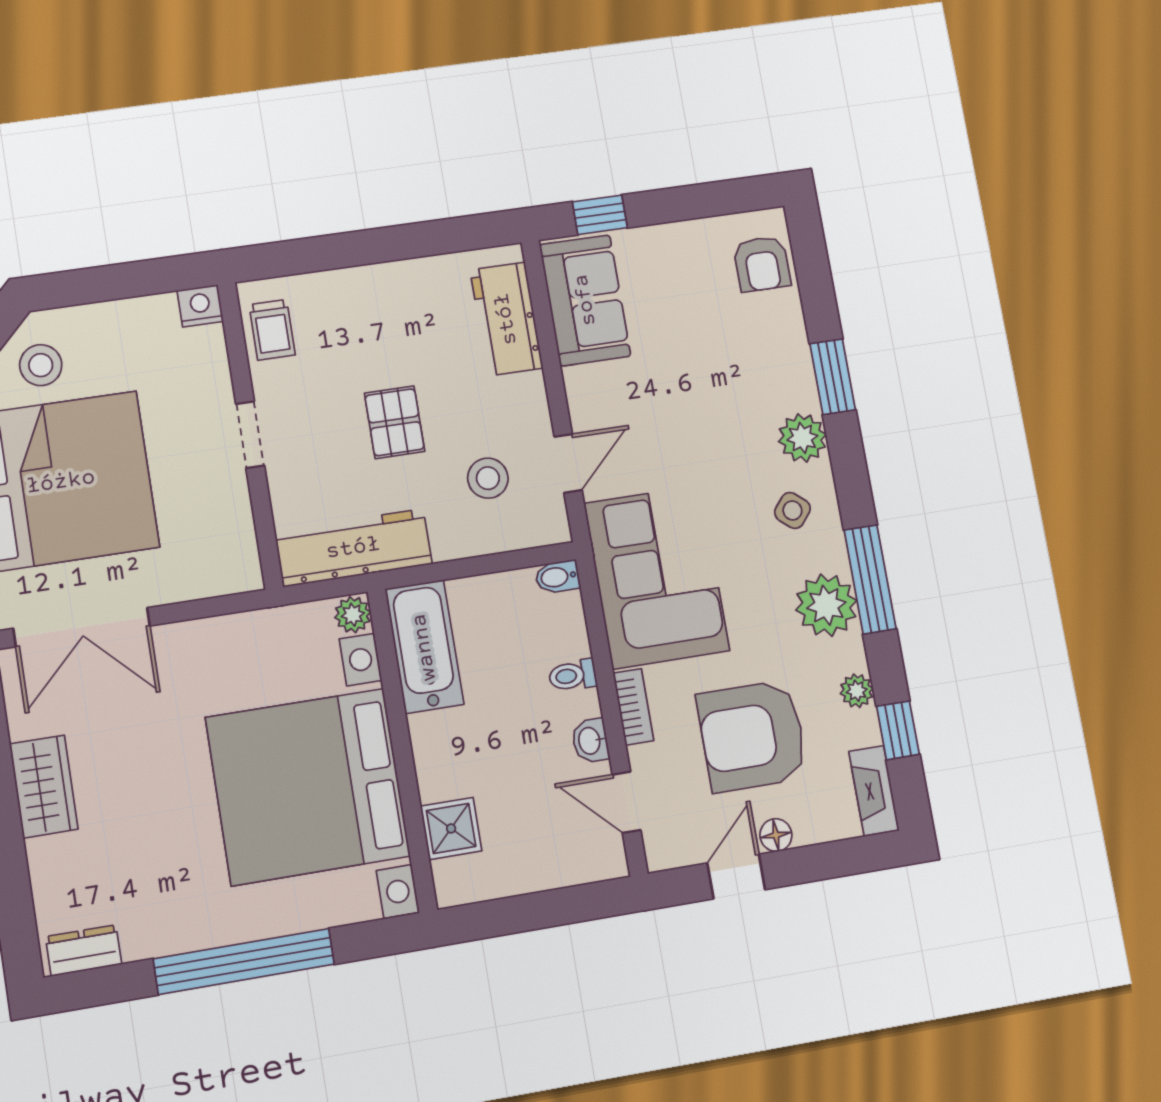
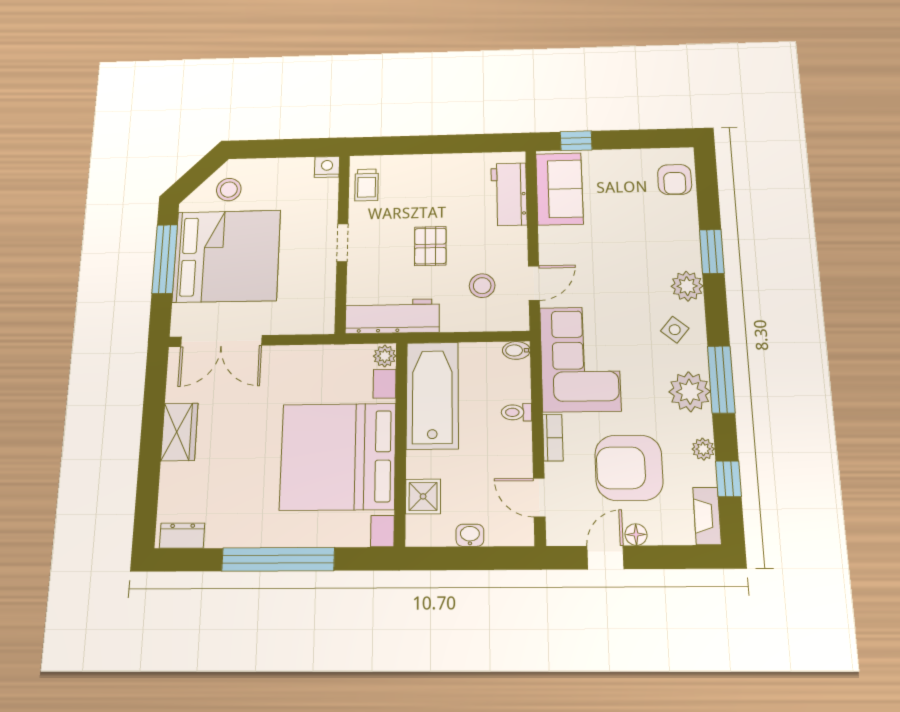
bathtub: (424, 647) -> (432, 395), width x1.36, depth x1.36
washbasin: (590, 741) -> (470, 535), moved, turned 90

